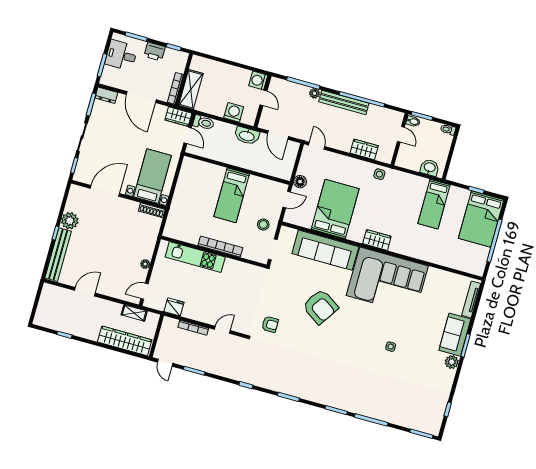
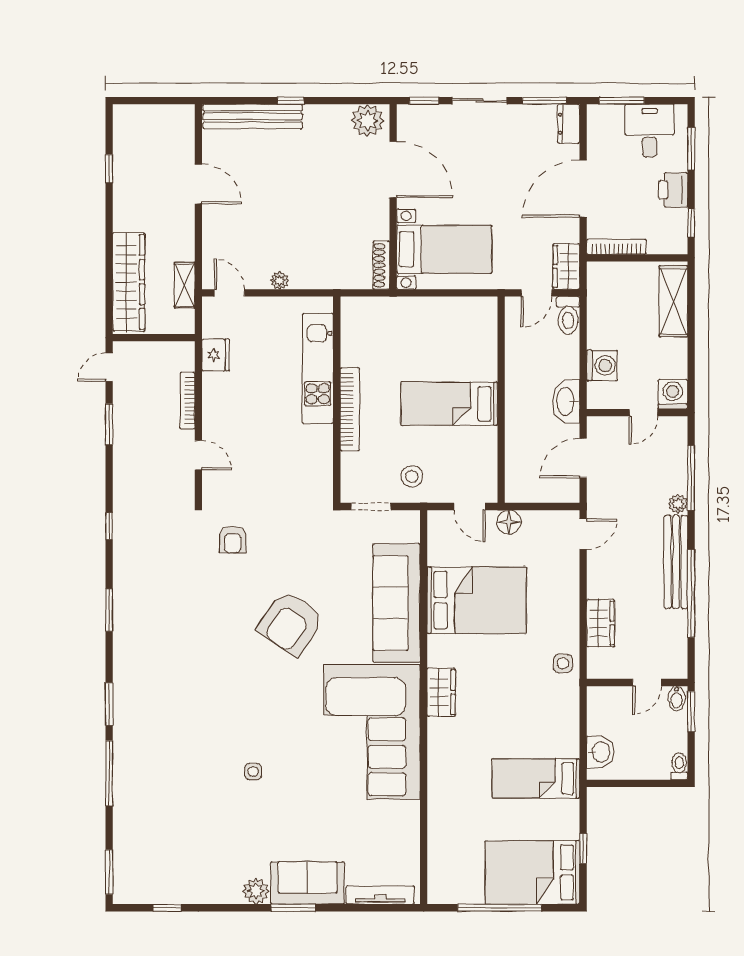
shelving: (191, 89) -> (673, 301), moved, turned 90
plant: (70, 221) -> (368, 121), moved

